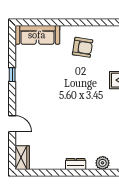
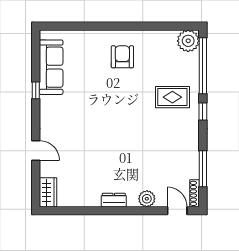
sofa: (37, 35) -> (51, 67), moved, turned -90
armchair: (83, 47) -> (122, 57), turned -99

